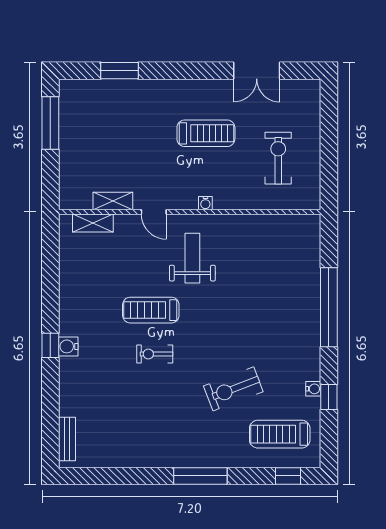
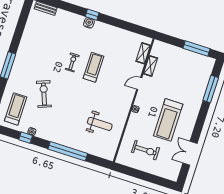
window: (120, 71) -> (211, 89), width x1.44
treadmill: (206, 133) -> (168, 120), width x1.37, depth x1.38
weight bench: (192, 258) -> (100, 124), moved

